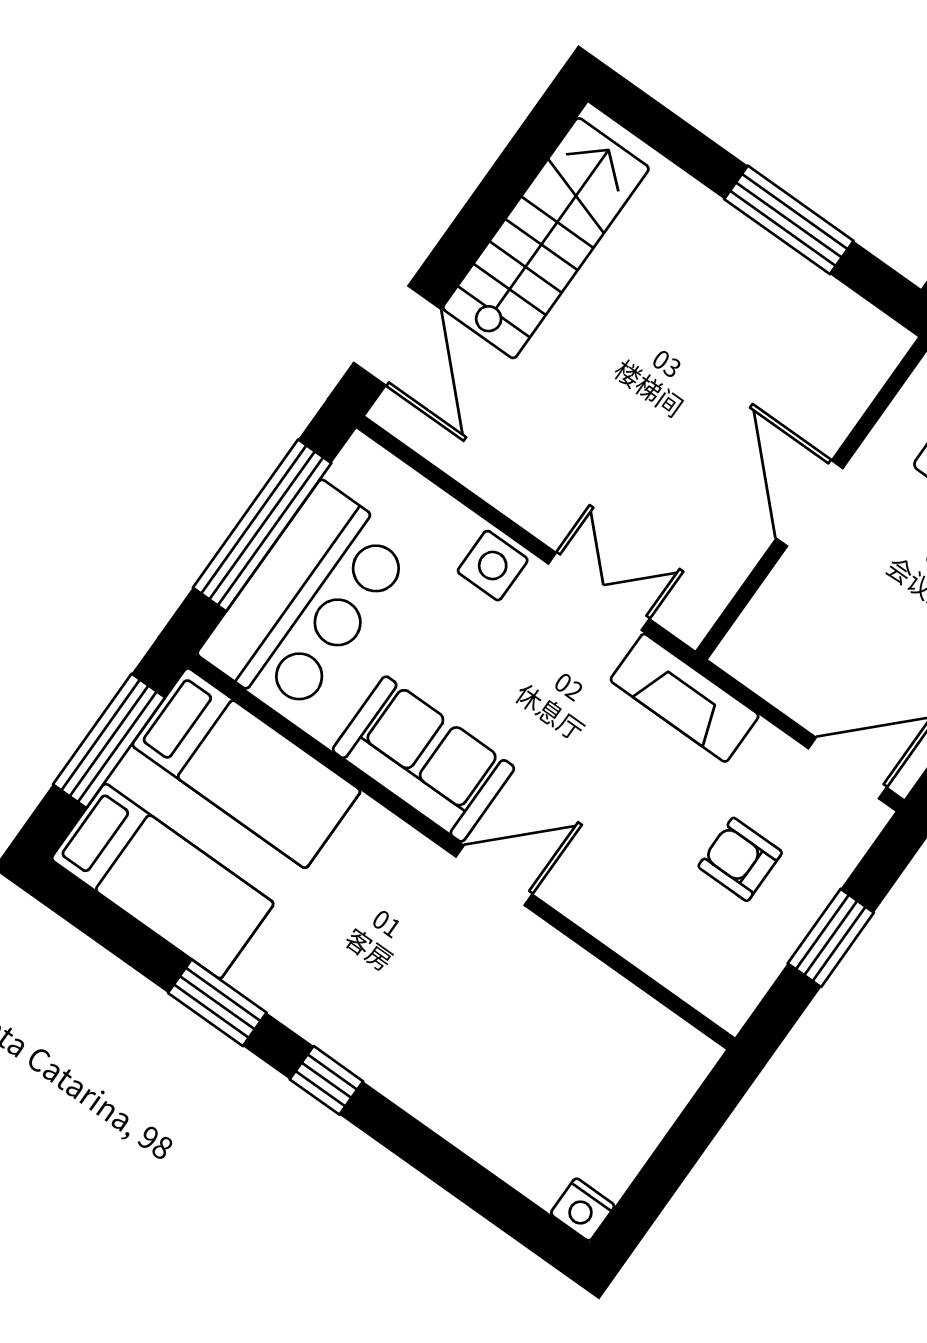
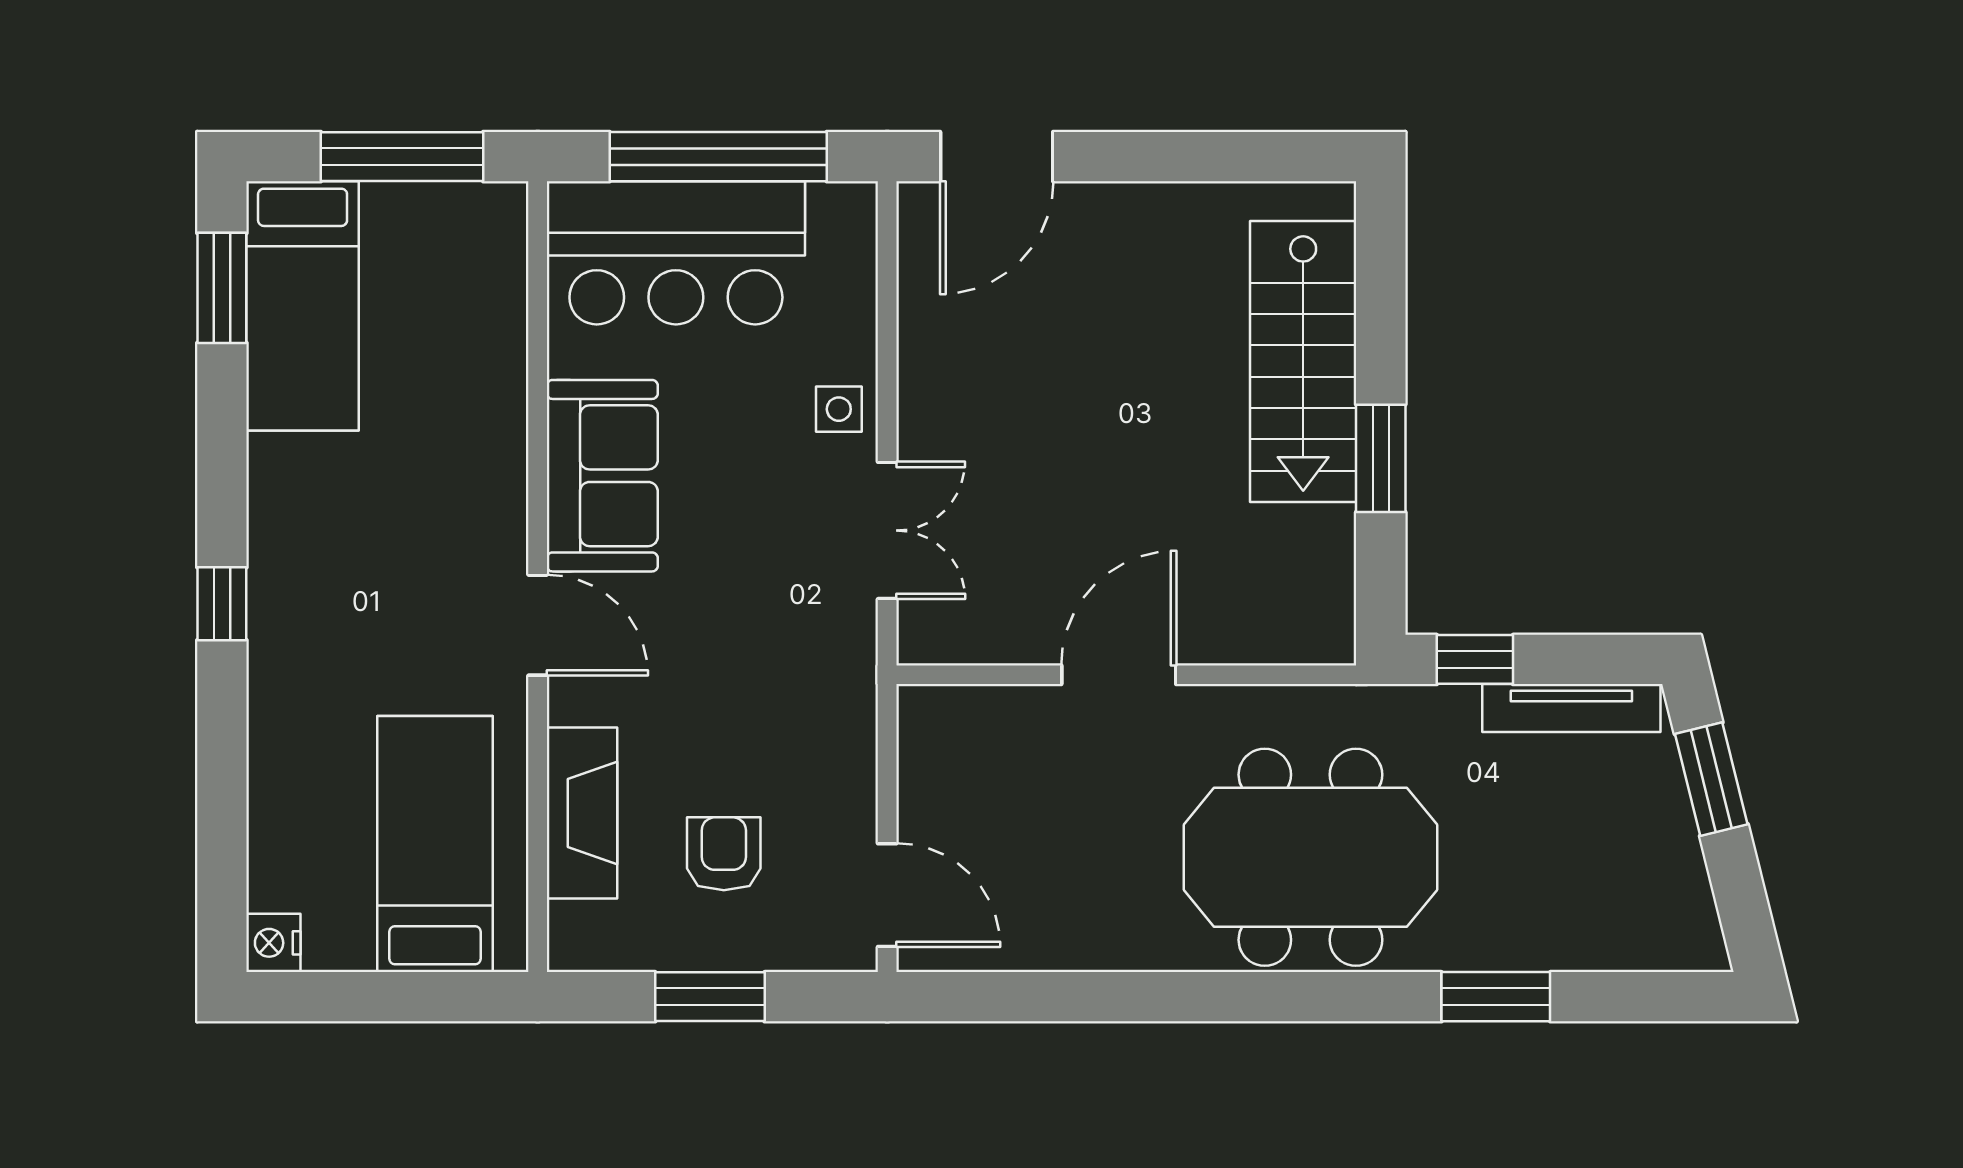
window: (789, 220) -> (1381, 458), width x0.69
stairs: (546, 238) -> (1303, 361), moved, turned 90
side table: (493, 566) -> (839, 409), width x0.73, depth x0.73
fireplace: (685, 698) -> (582, 813), moved, turned 180
bed: (246, 768) -> (435, 844), moved, turned 180
window: (217, 1003) -> (222, 288), moved

